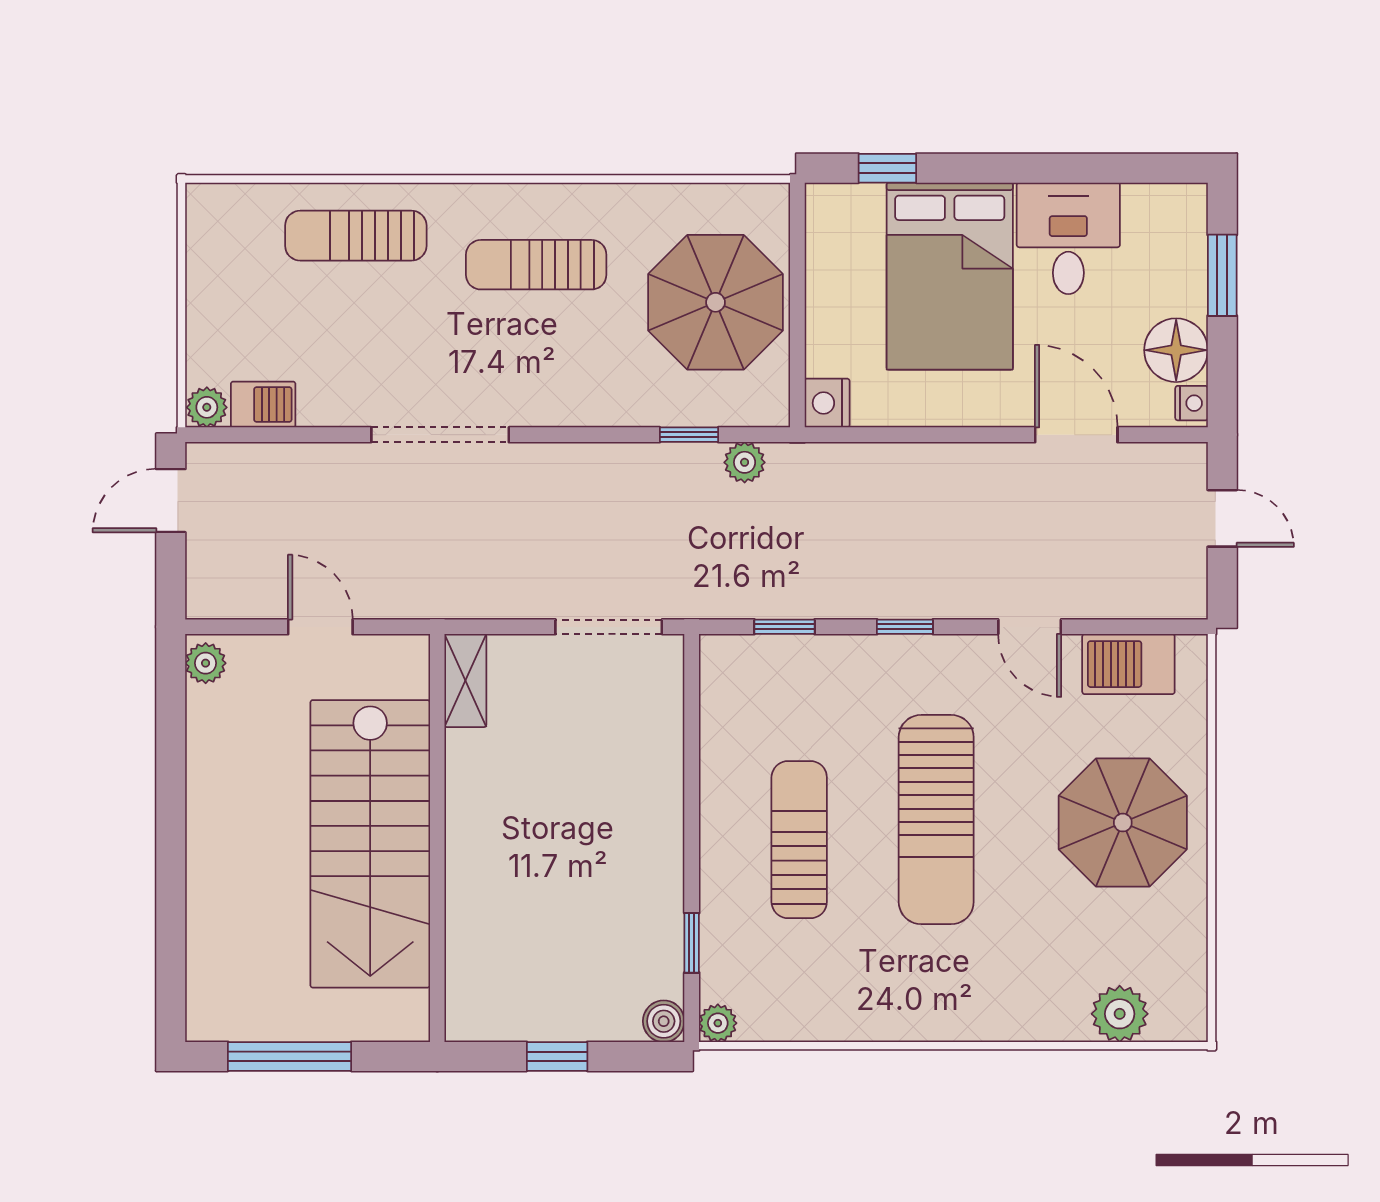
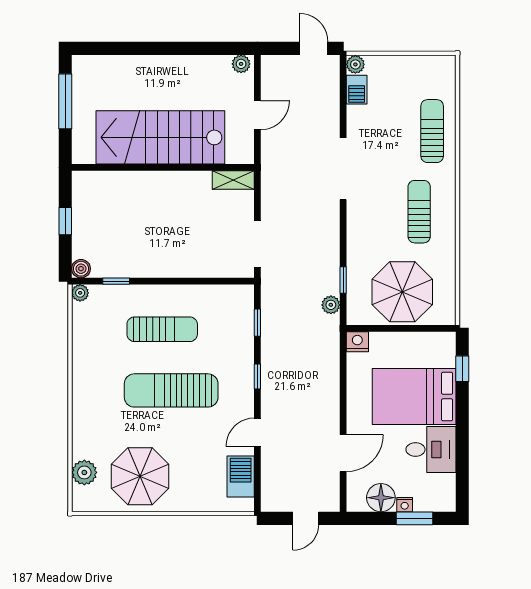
nightstand: (1192, 403) -> (405, 505), moved
parasol: (1123, 823) -> (140, 476), moved

